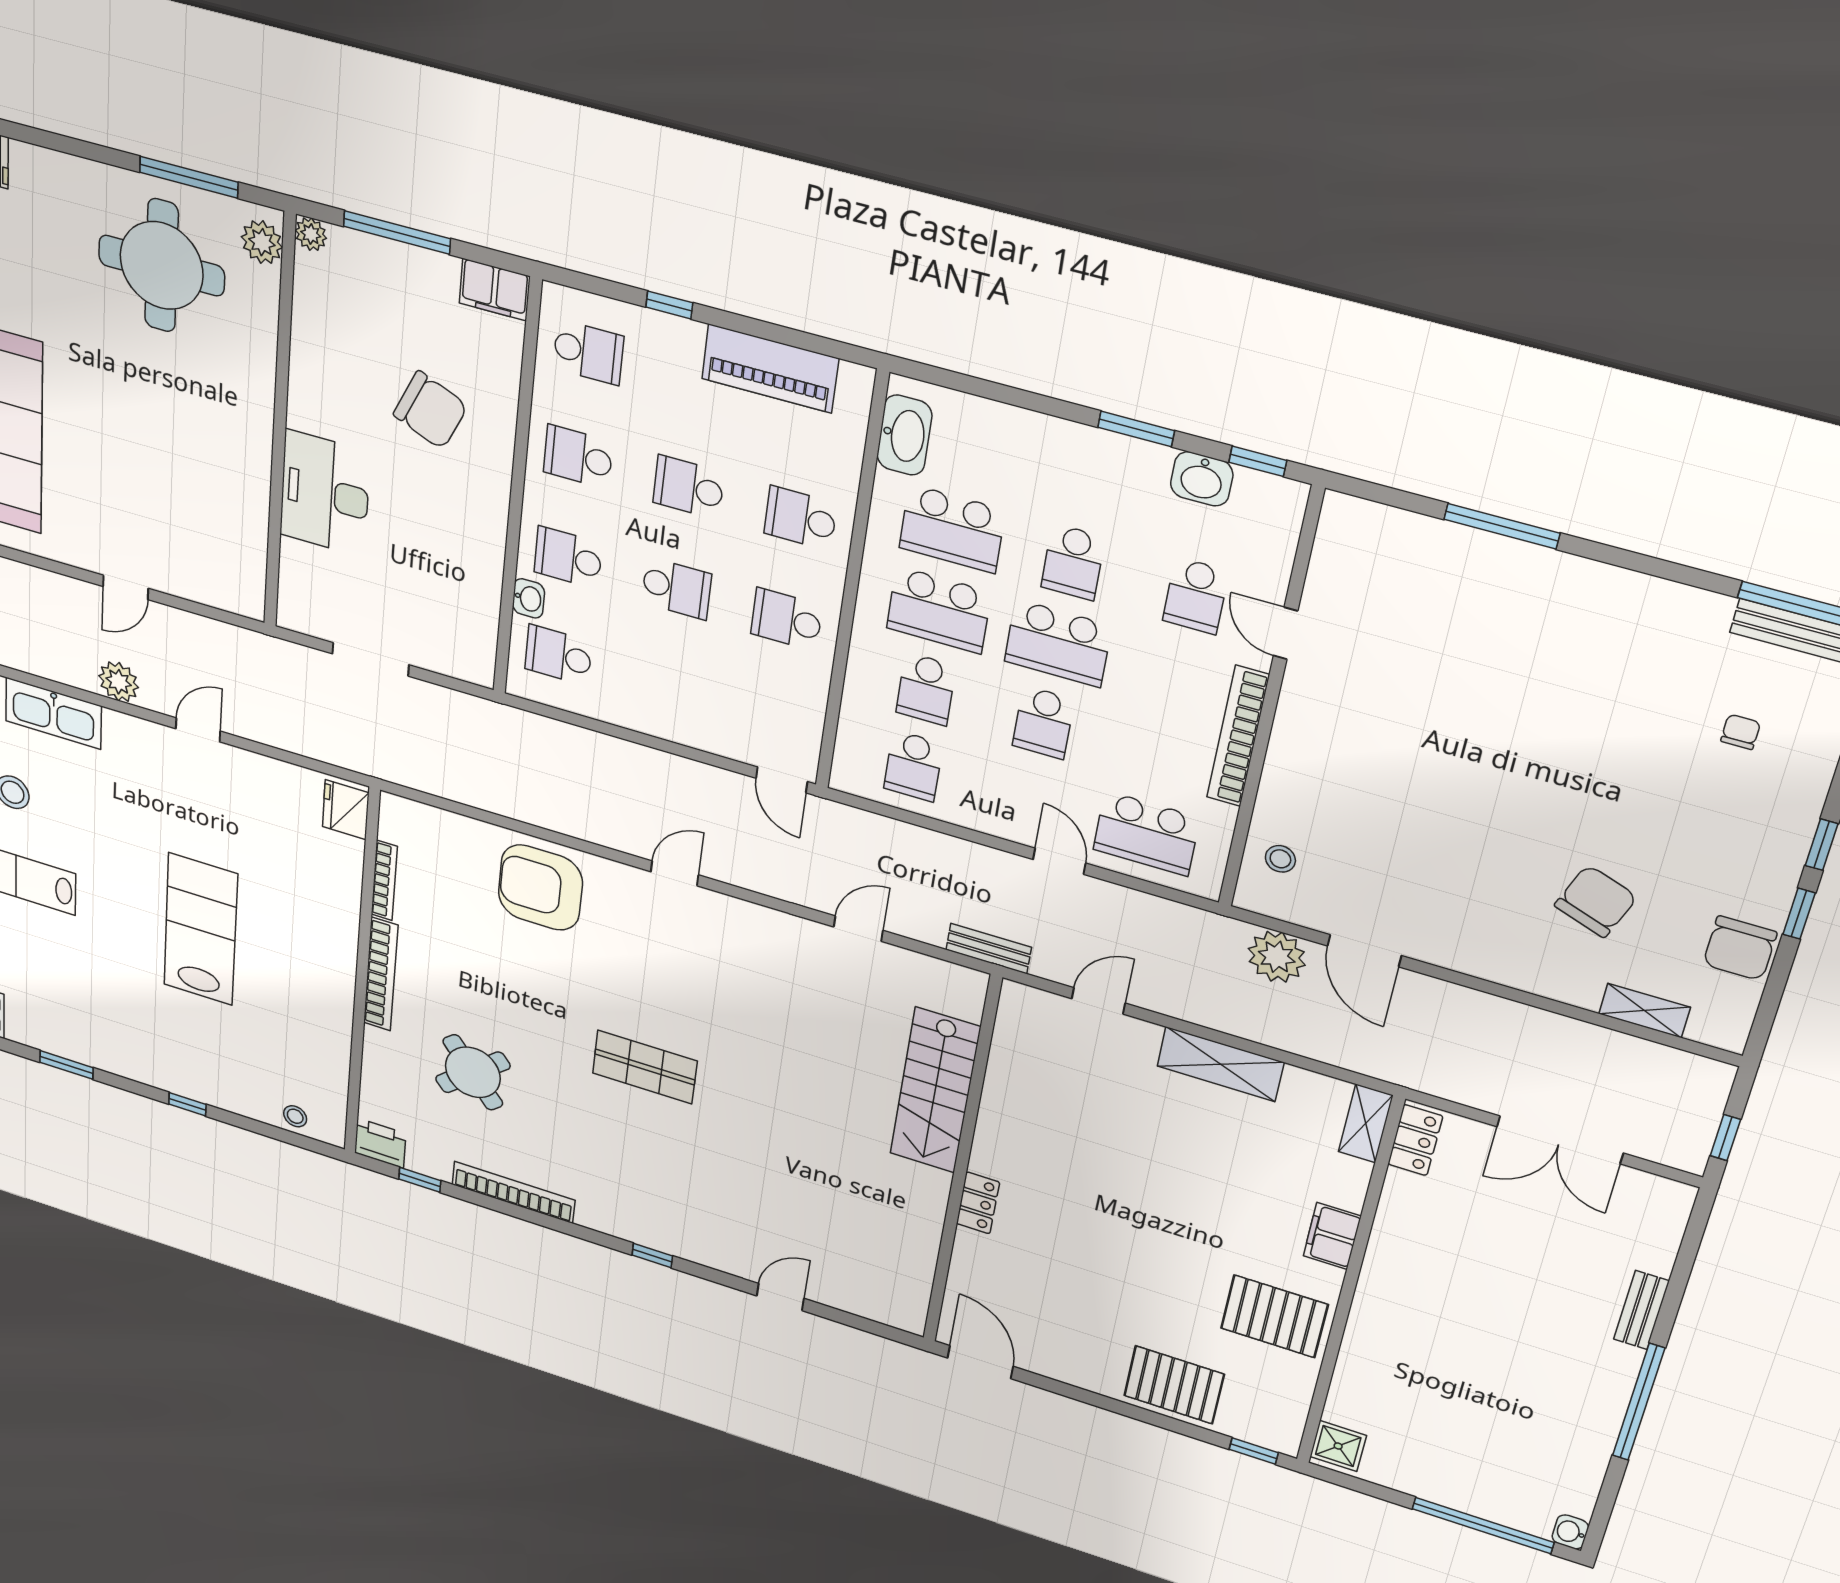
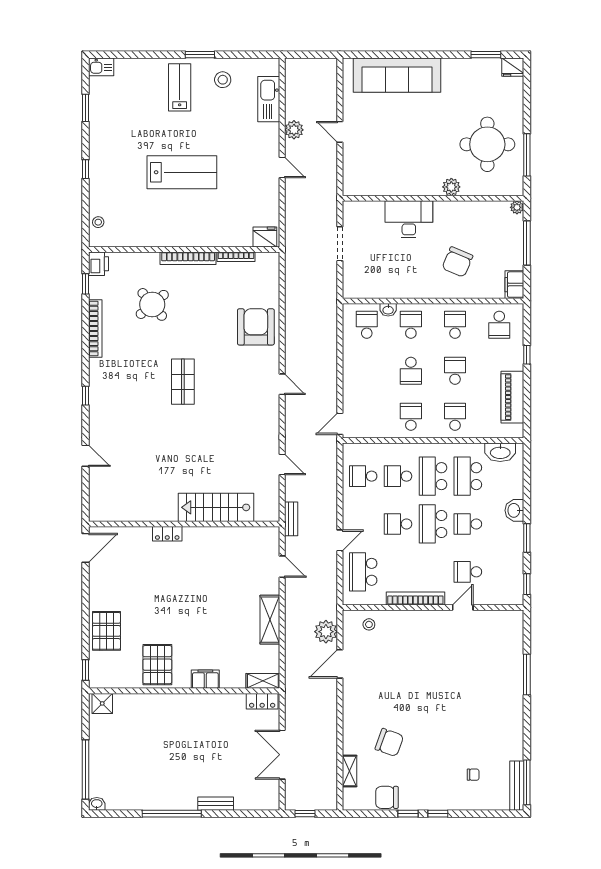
plant: (262, 242) -> (451, 187), moved
washbasin: (1202, 479) -> (514, 510), moved

